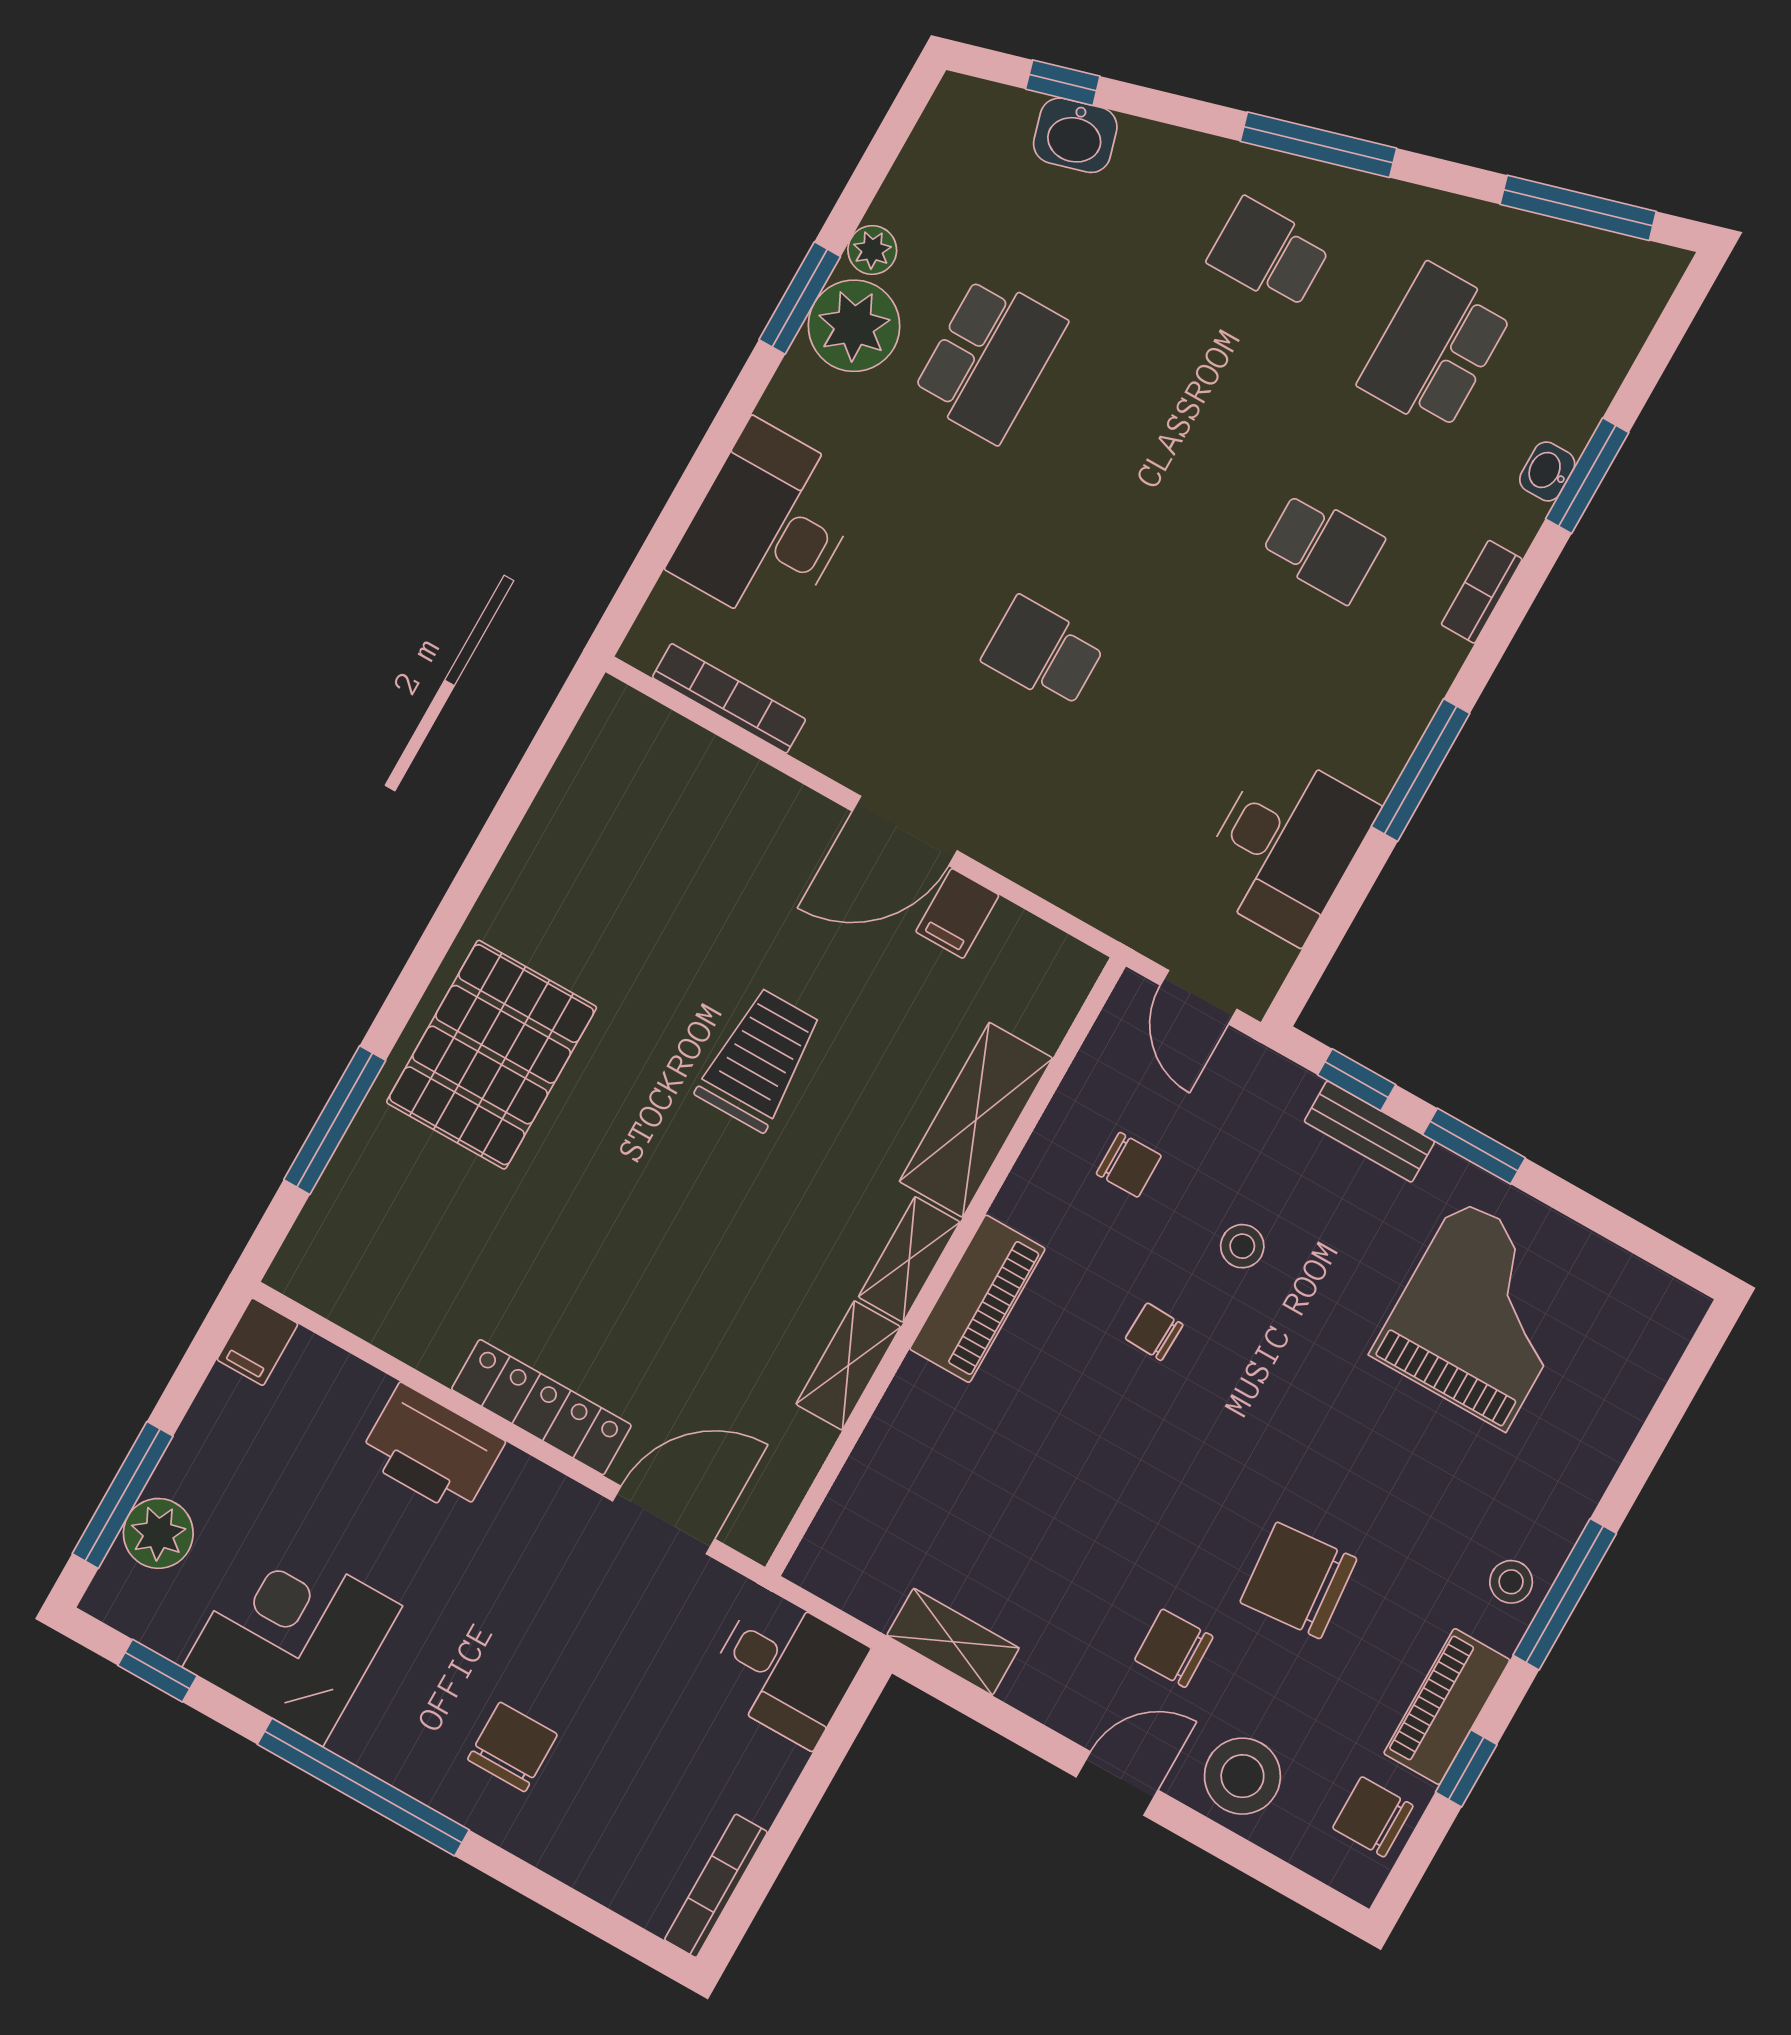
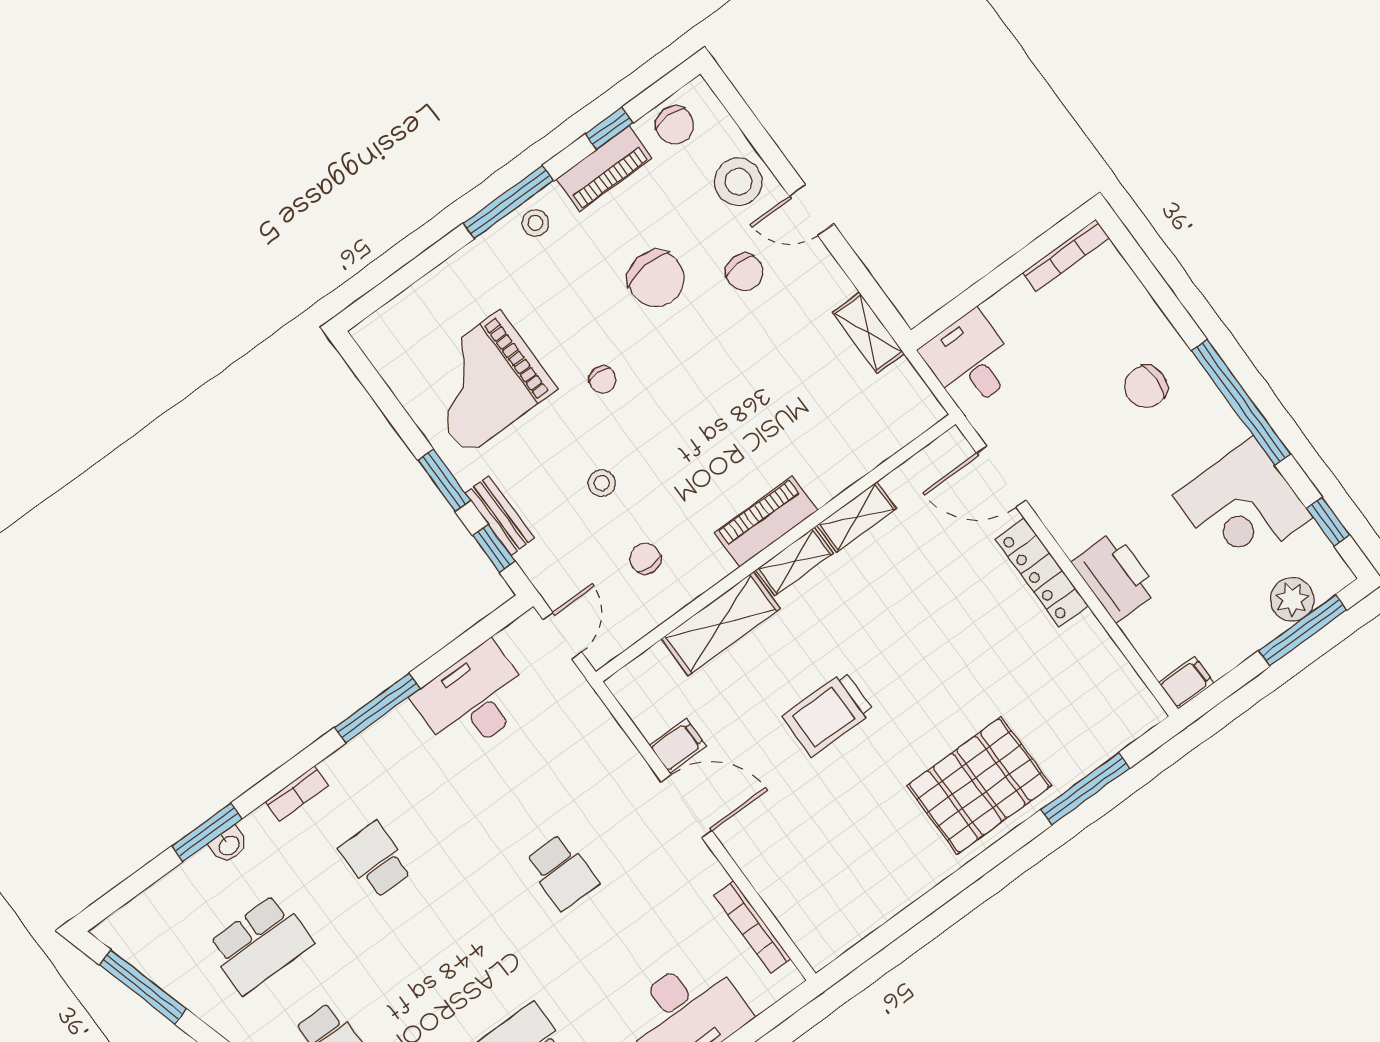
chair: (1154, 1332) -> (603, 380), moved

